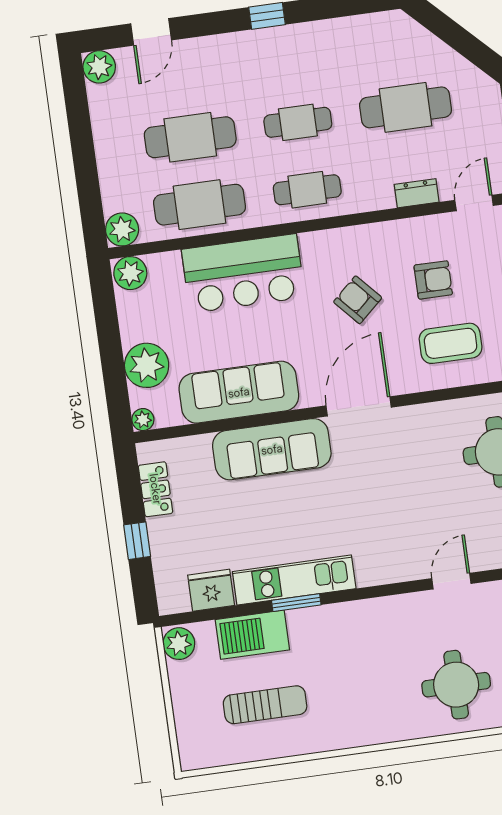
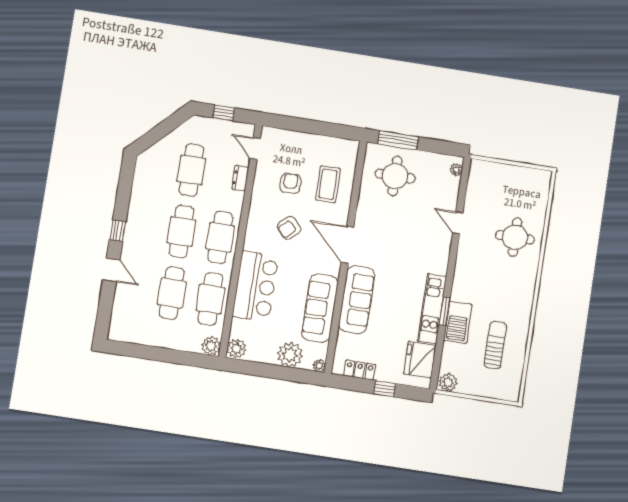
door: (151, 32) -> (111, 270), moved
plant: (99, 67) -> (117, 332), removed
cafe table: (298, 122) -> (182, 231), width x1.37, depth x1.35
cafe table: (307, 190) -> (220, 237), width x1.37, depth x1.35
fridge: (211, 590) -> (420, 360), width x1.36, depth x1.34
barbecue: (252, 635) -> (458, 322), moved

